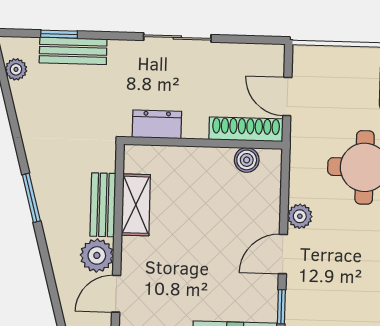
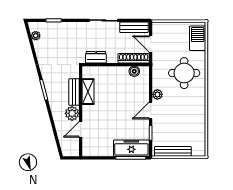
bench: (73, 51) -> (134, 27), moved

